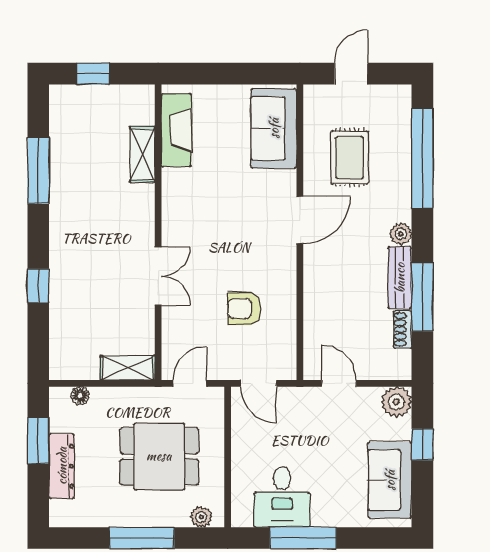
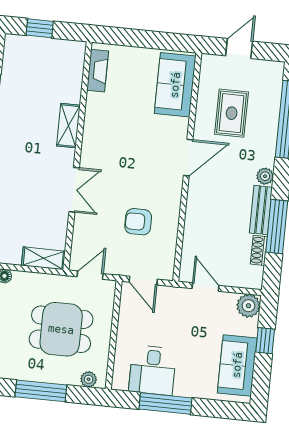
fireplace: (176, 130) -> (98, 71), width x0.73, depth x0.76
shelving: (142, 154) -> (68, 126), moved

